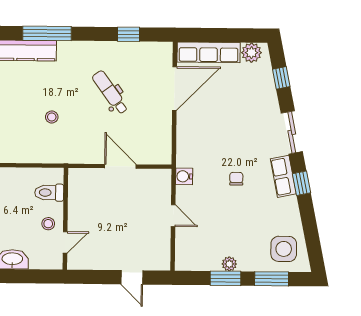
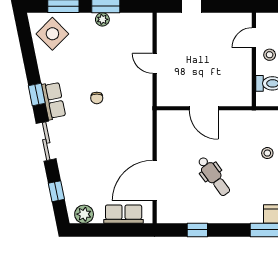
row of seats: (209, 52) -> (124, 214), width x0.68
water cooler: (184, 176) -> (145, 100), removed
side table: (284, 249) -> (52, 34), turned 45

